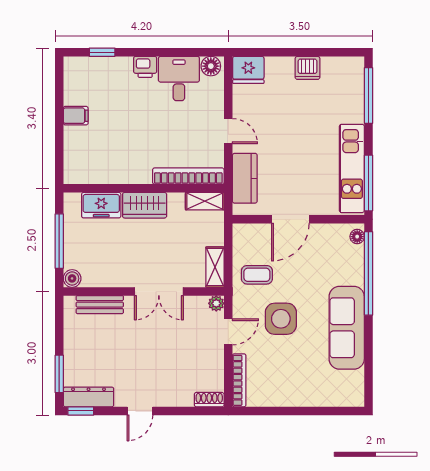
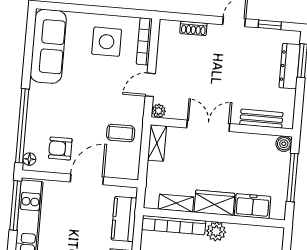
plant: (140, 173) -> (216, 231), added
shelving: (205, 201) -> (176, 203), moved
armchair: (323, 252) -> (60, 148), added
side table: (281, 319) -> (107, 42), moved
sofa: (347, 328) -> (48, 46), moved
dresser: (89, 397) -> (289, 66), moved, turned 90
shoe rack: (209, 400) -> (193, 28), moved
window: (81, 411) -> (270, 25), moved

